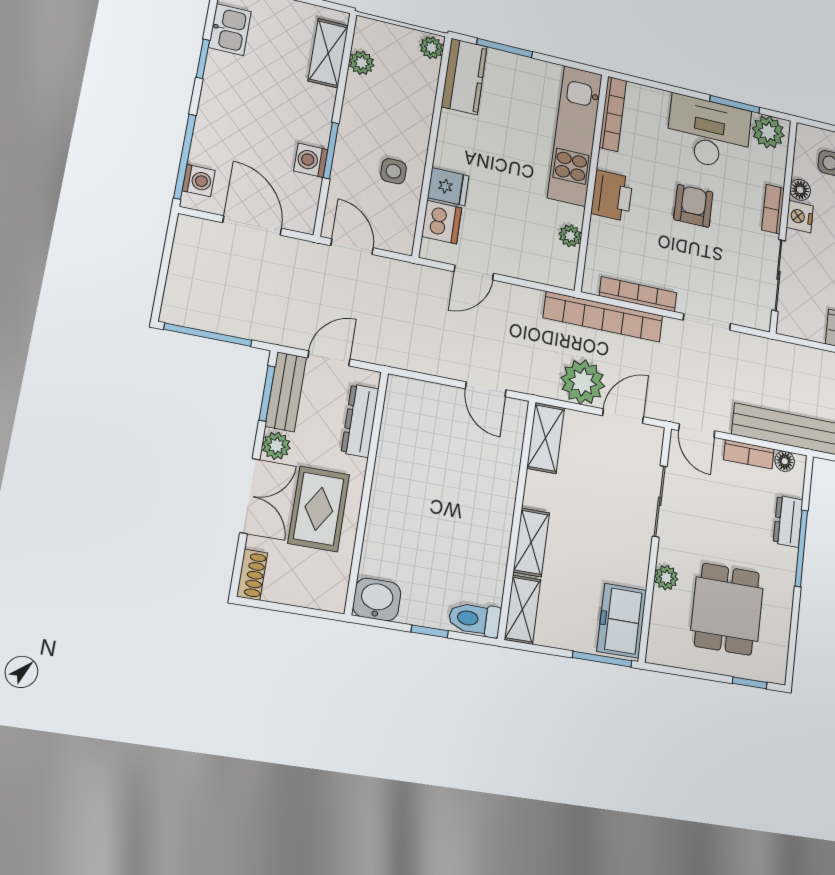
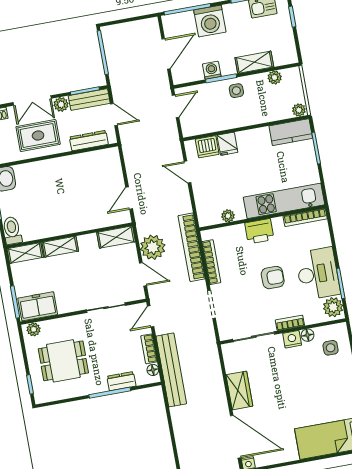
shelving: (328, 53) -> (254, 62), moved
side table: (393, 171) -> (236, 91), moved
washing machine: (199, 180) -> (210, 21), moved, width x1.89, depth x1.89
plant: (666, 578) -> (34, 329), moved

